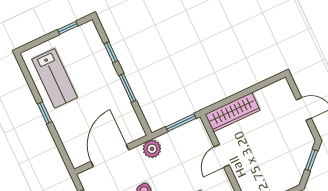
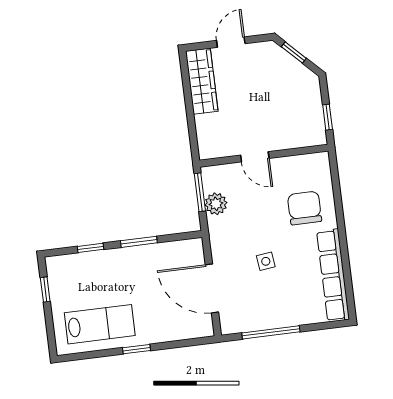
wardrobe: (233, 112) -> (202, 81), moved
plant: (152, 149) -> (216, 204), moved

